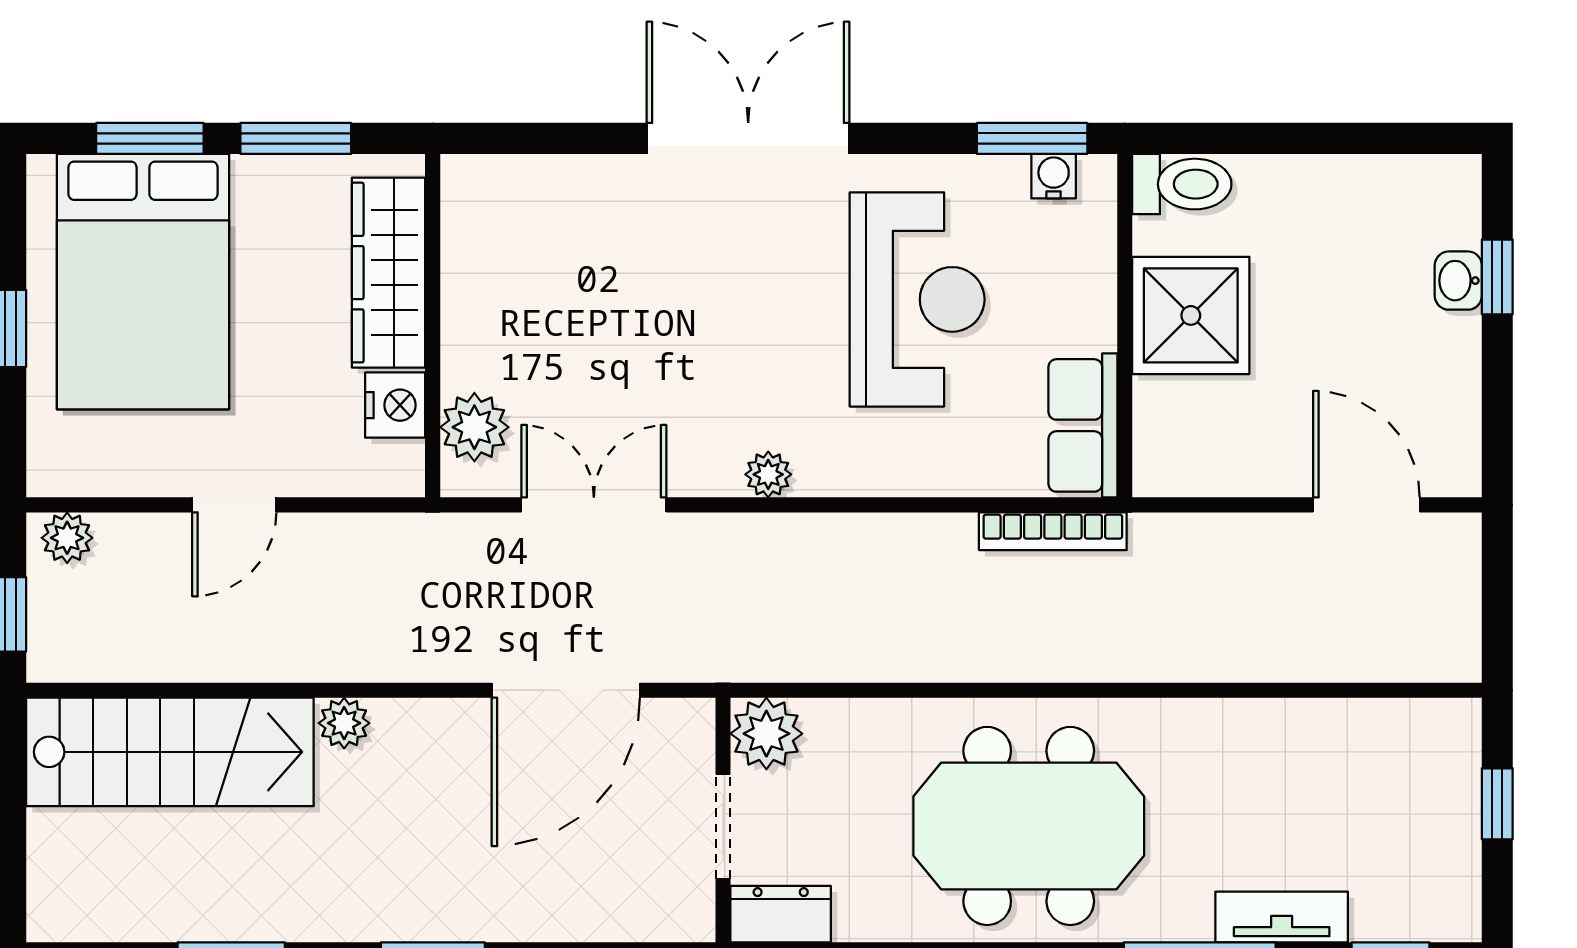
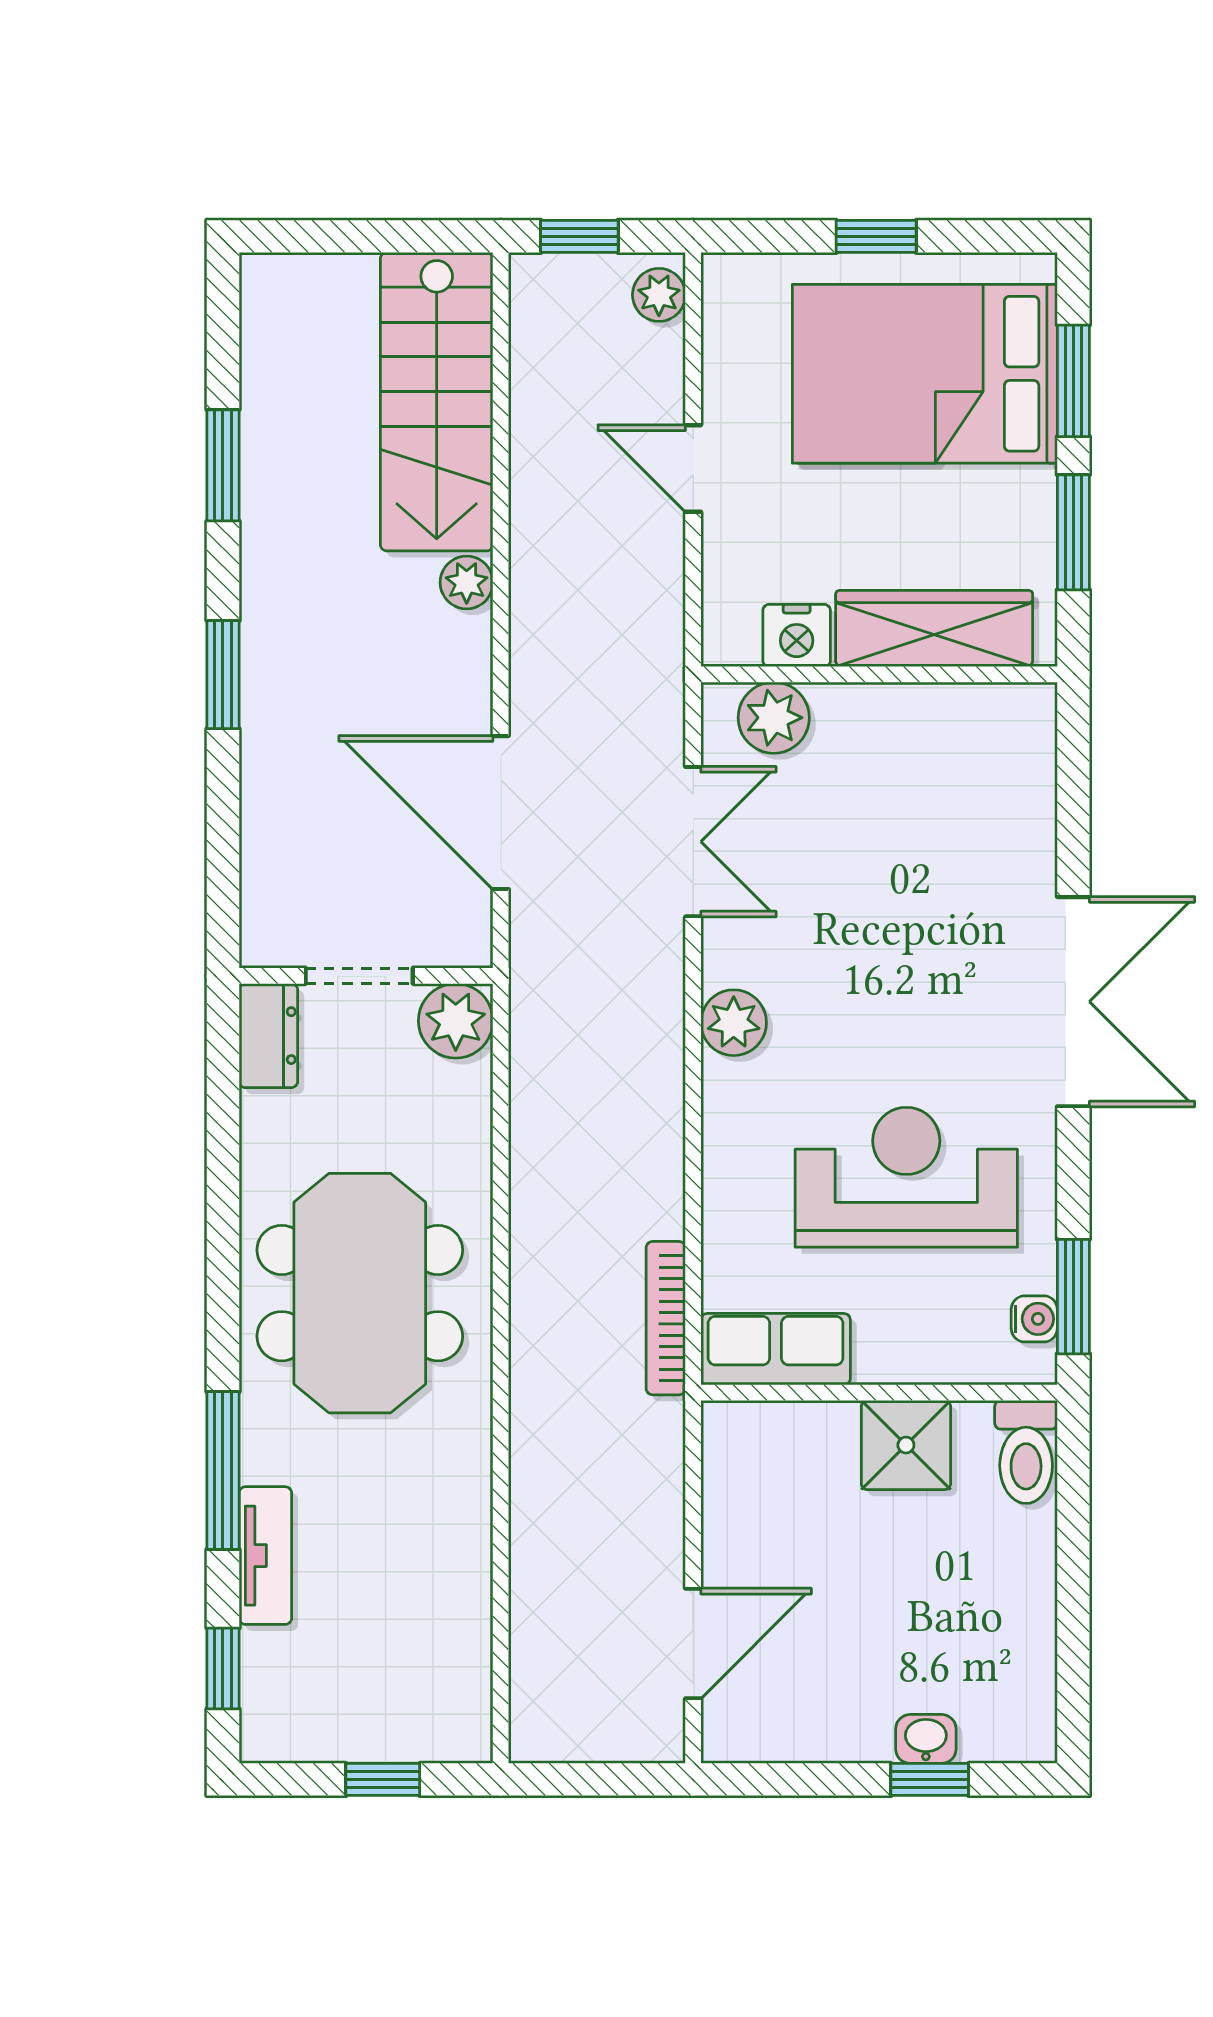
reception desk: (917, 299) -> (906, 1177), turned 180
shower: (1191, 315) -> (906, 1445), width x0.73, depth x0.73
plant: (768, 474) -> (734, 1023), width x1.38, depth x1.38

